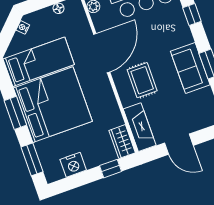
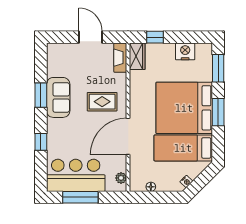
rug: (142, 80) -> (102, 102), turned 90
fireplace: (140, 127) -> (120, 58), width x0.73, depth x0.76

